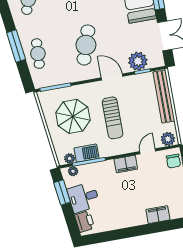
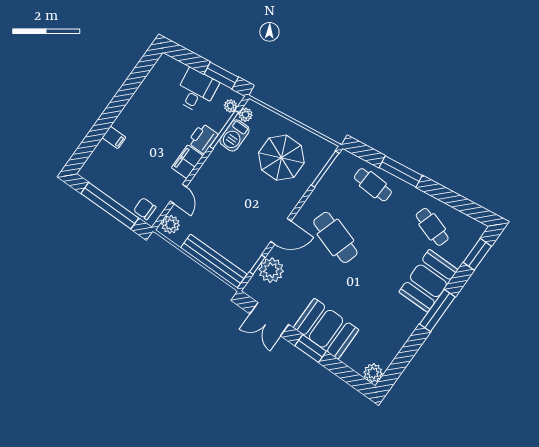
sun lounger: (113, 118) -> (242, 193), removed
filing cabinet: (158, 215) -> (114, 138), width x0.50
printer: (85, 221) -> (203, 138), moved, turned 97

